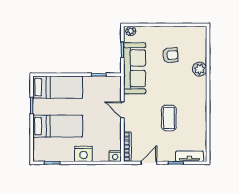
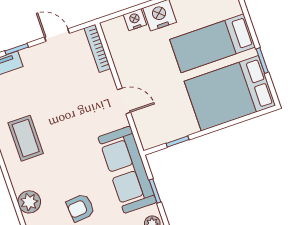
bed: (58, 87) -> (230, 93), width x1.50
coffee table: (169, 118) -> (26, 138), moved
nightstand: (115, 156) -> (135, 20), moved
door: (149, 163) -> (57, 35), swing flipped

